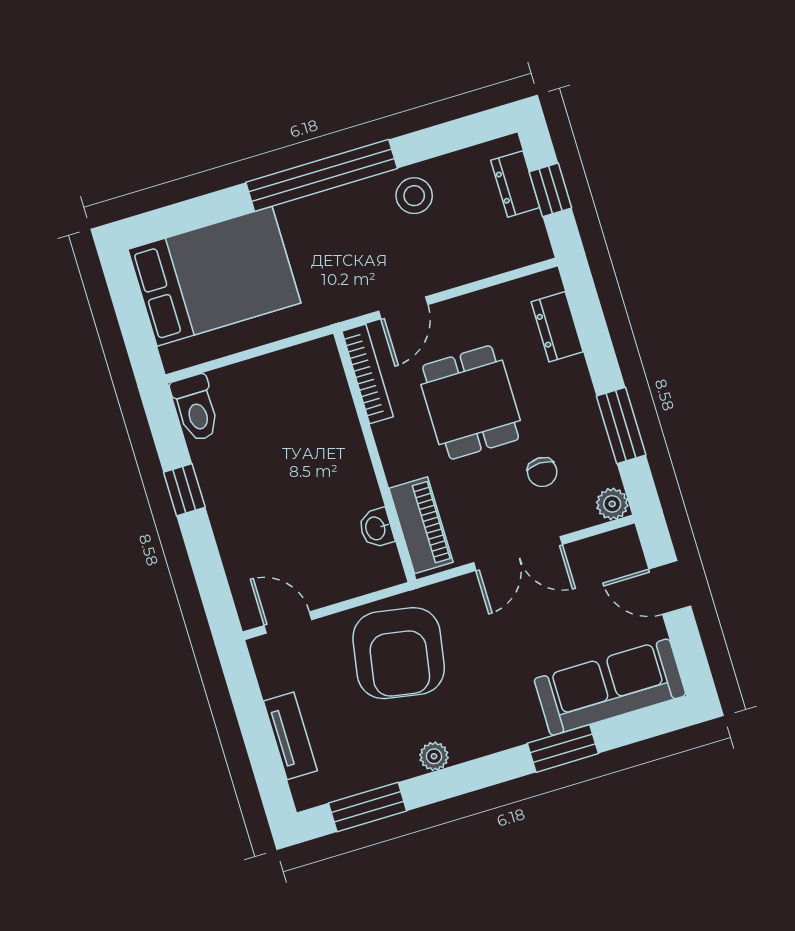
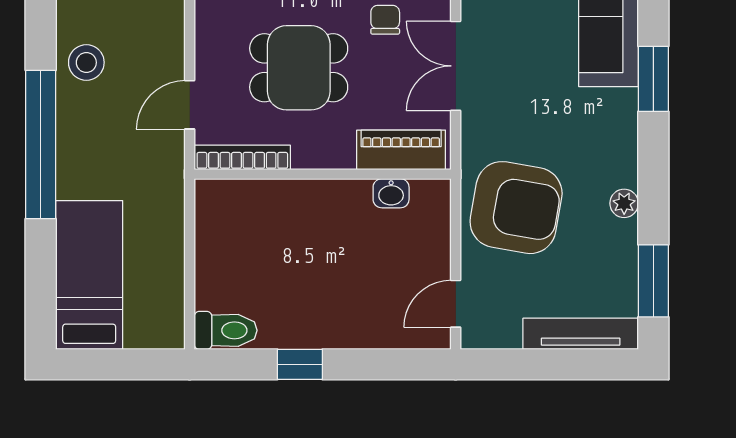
bed: (214, 276) -> (89, 275), width x0.67
door: (403, 308) -> (190, 105), swing flipped
chair: (542, 472) -> (385, 20), turned -90
double door: (518, 554) -> (456, 66), swing flipped
tv unit: (290, 736) -> (581, 334), width x1.41

